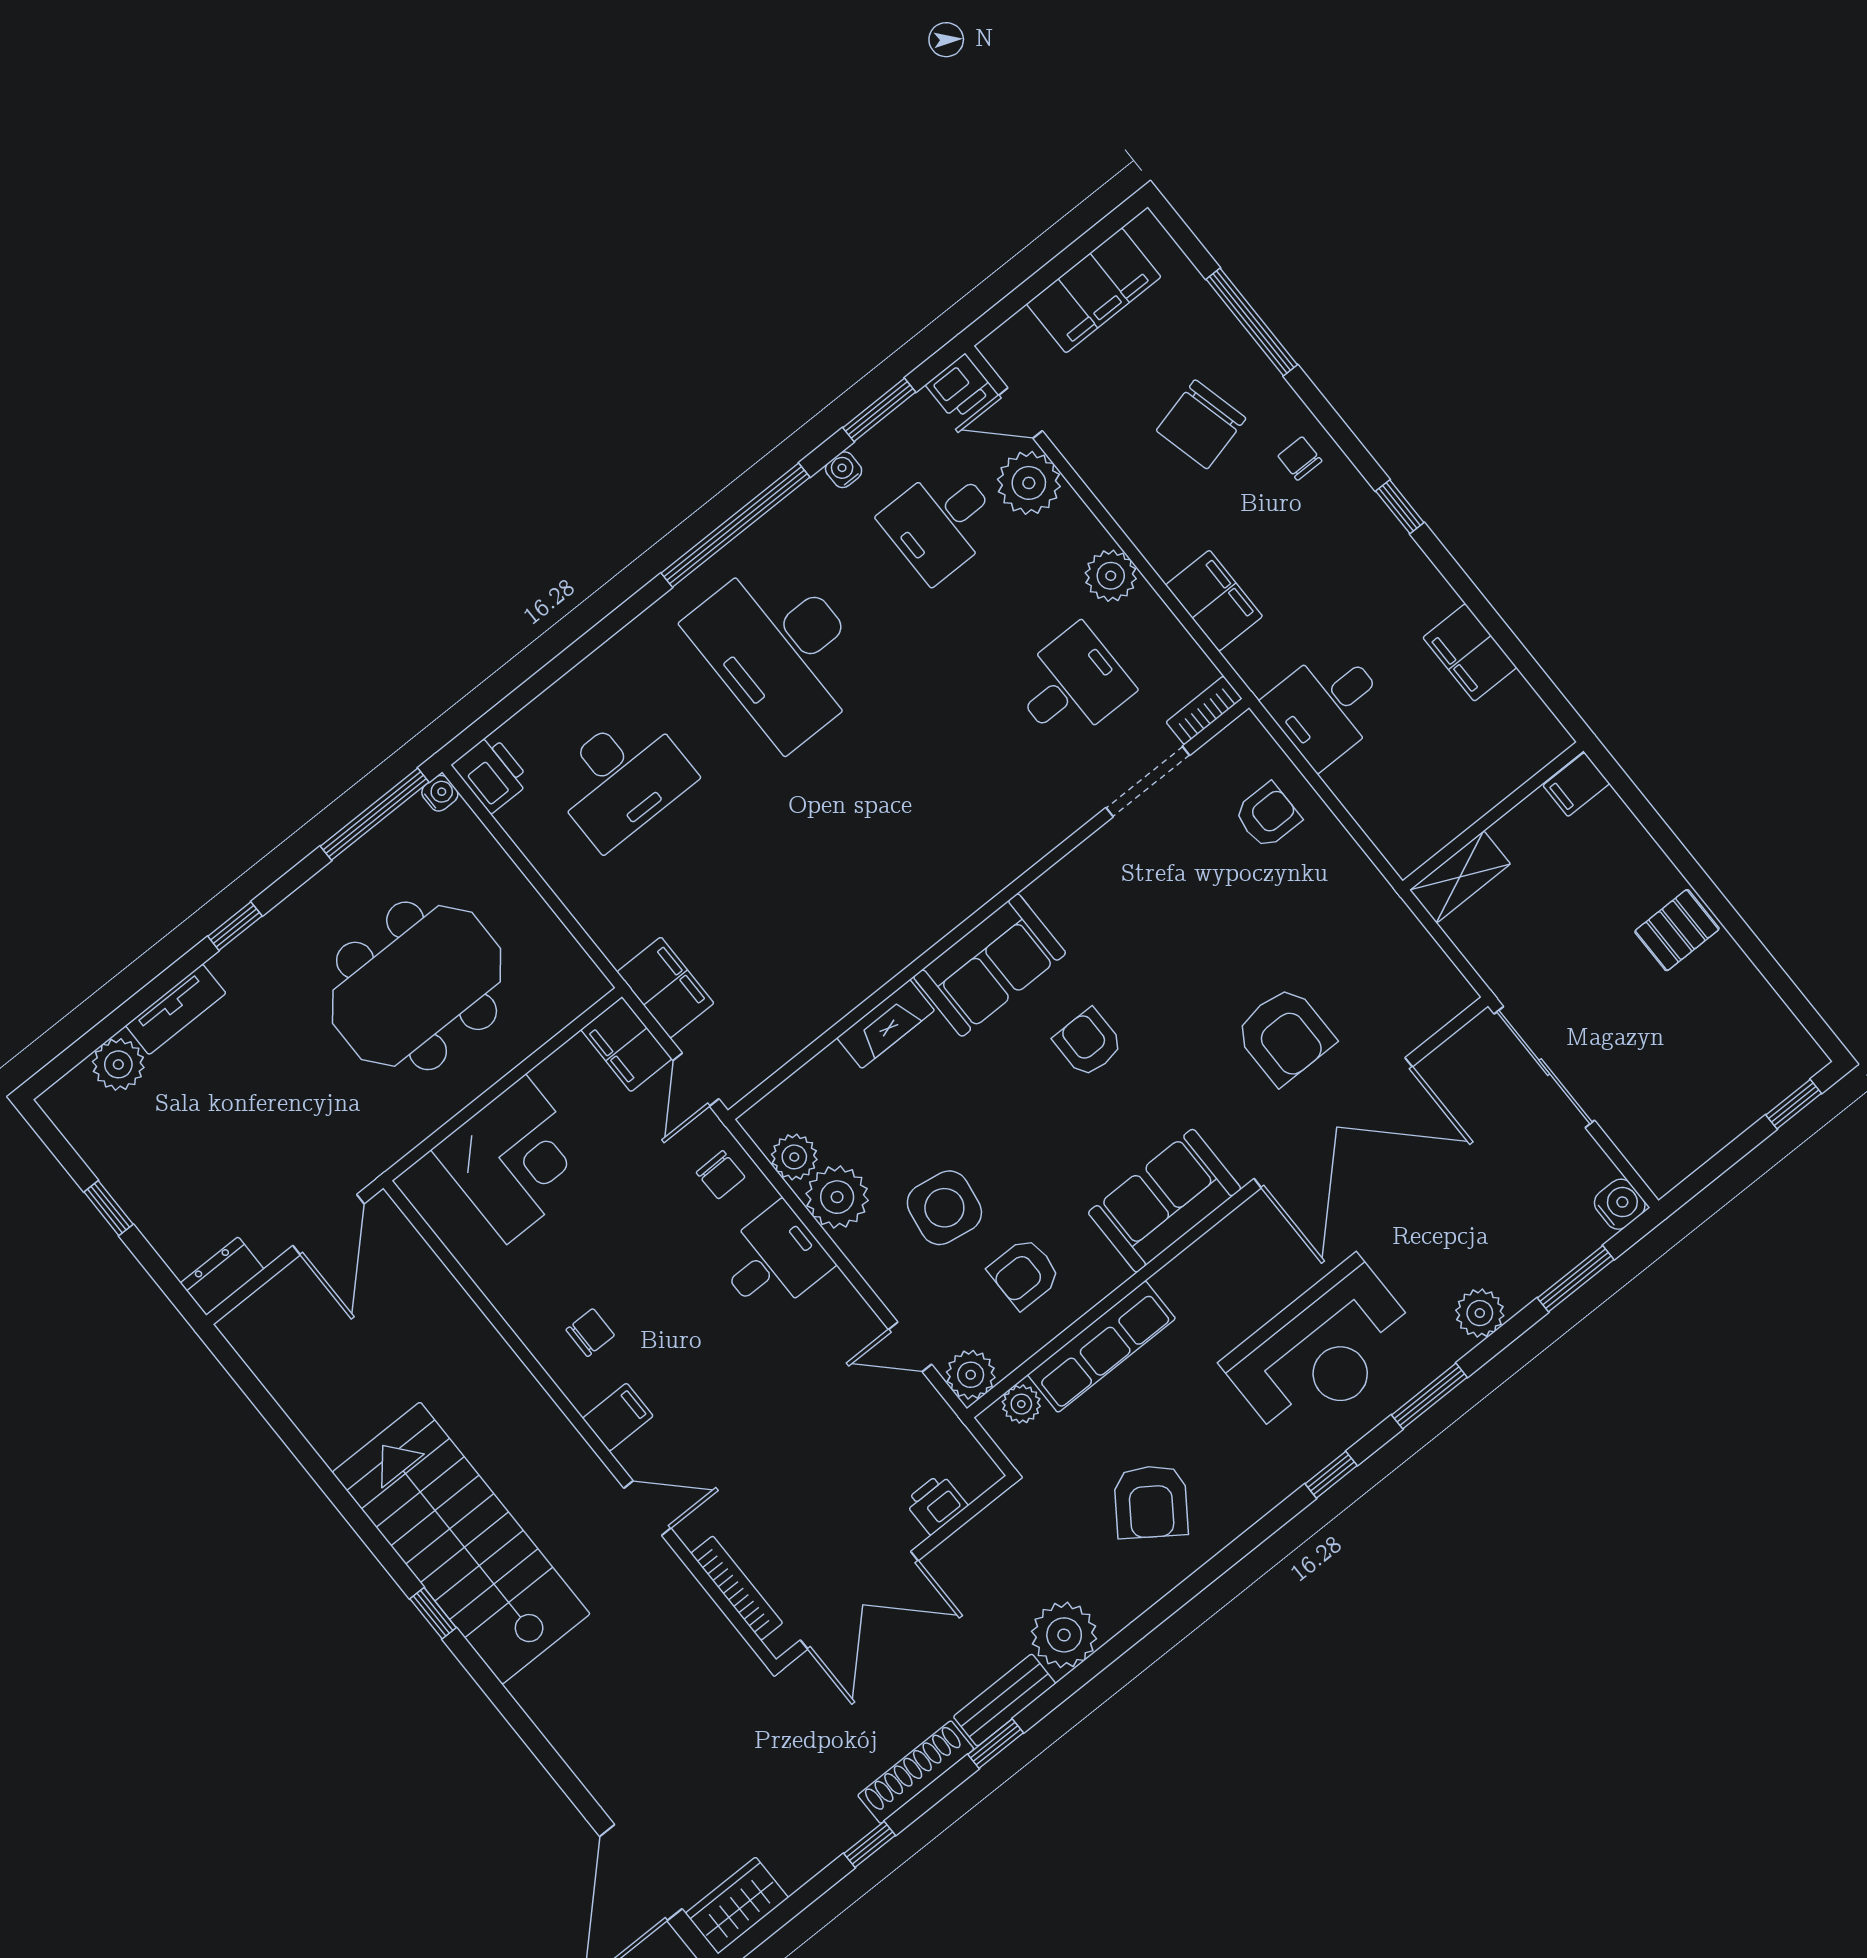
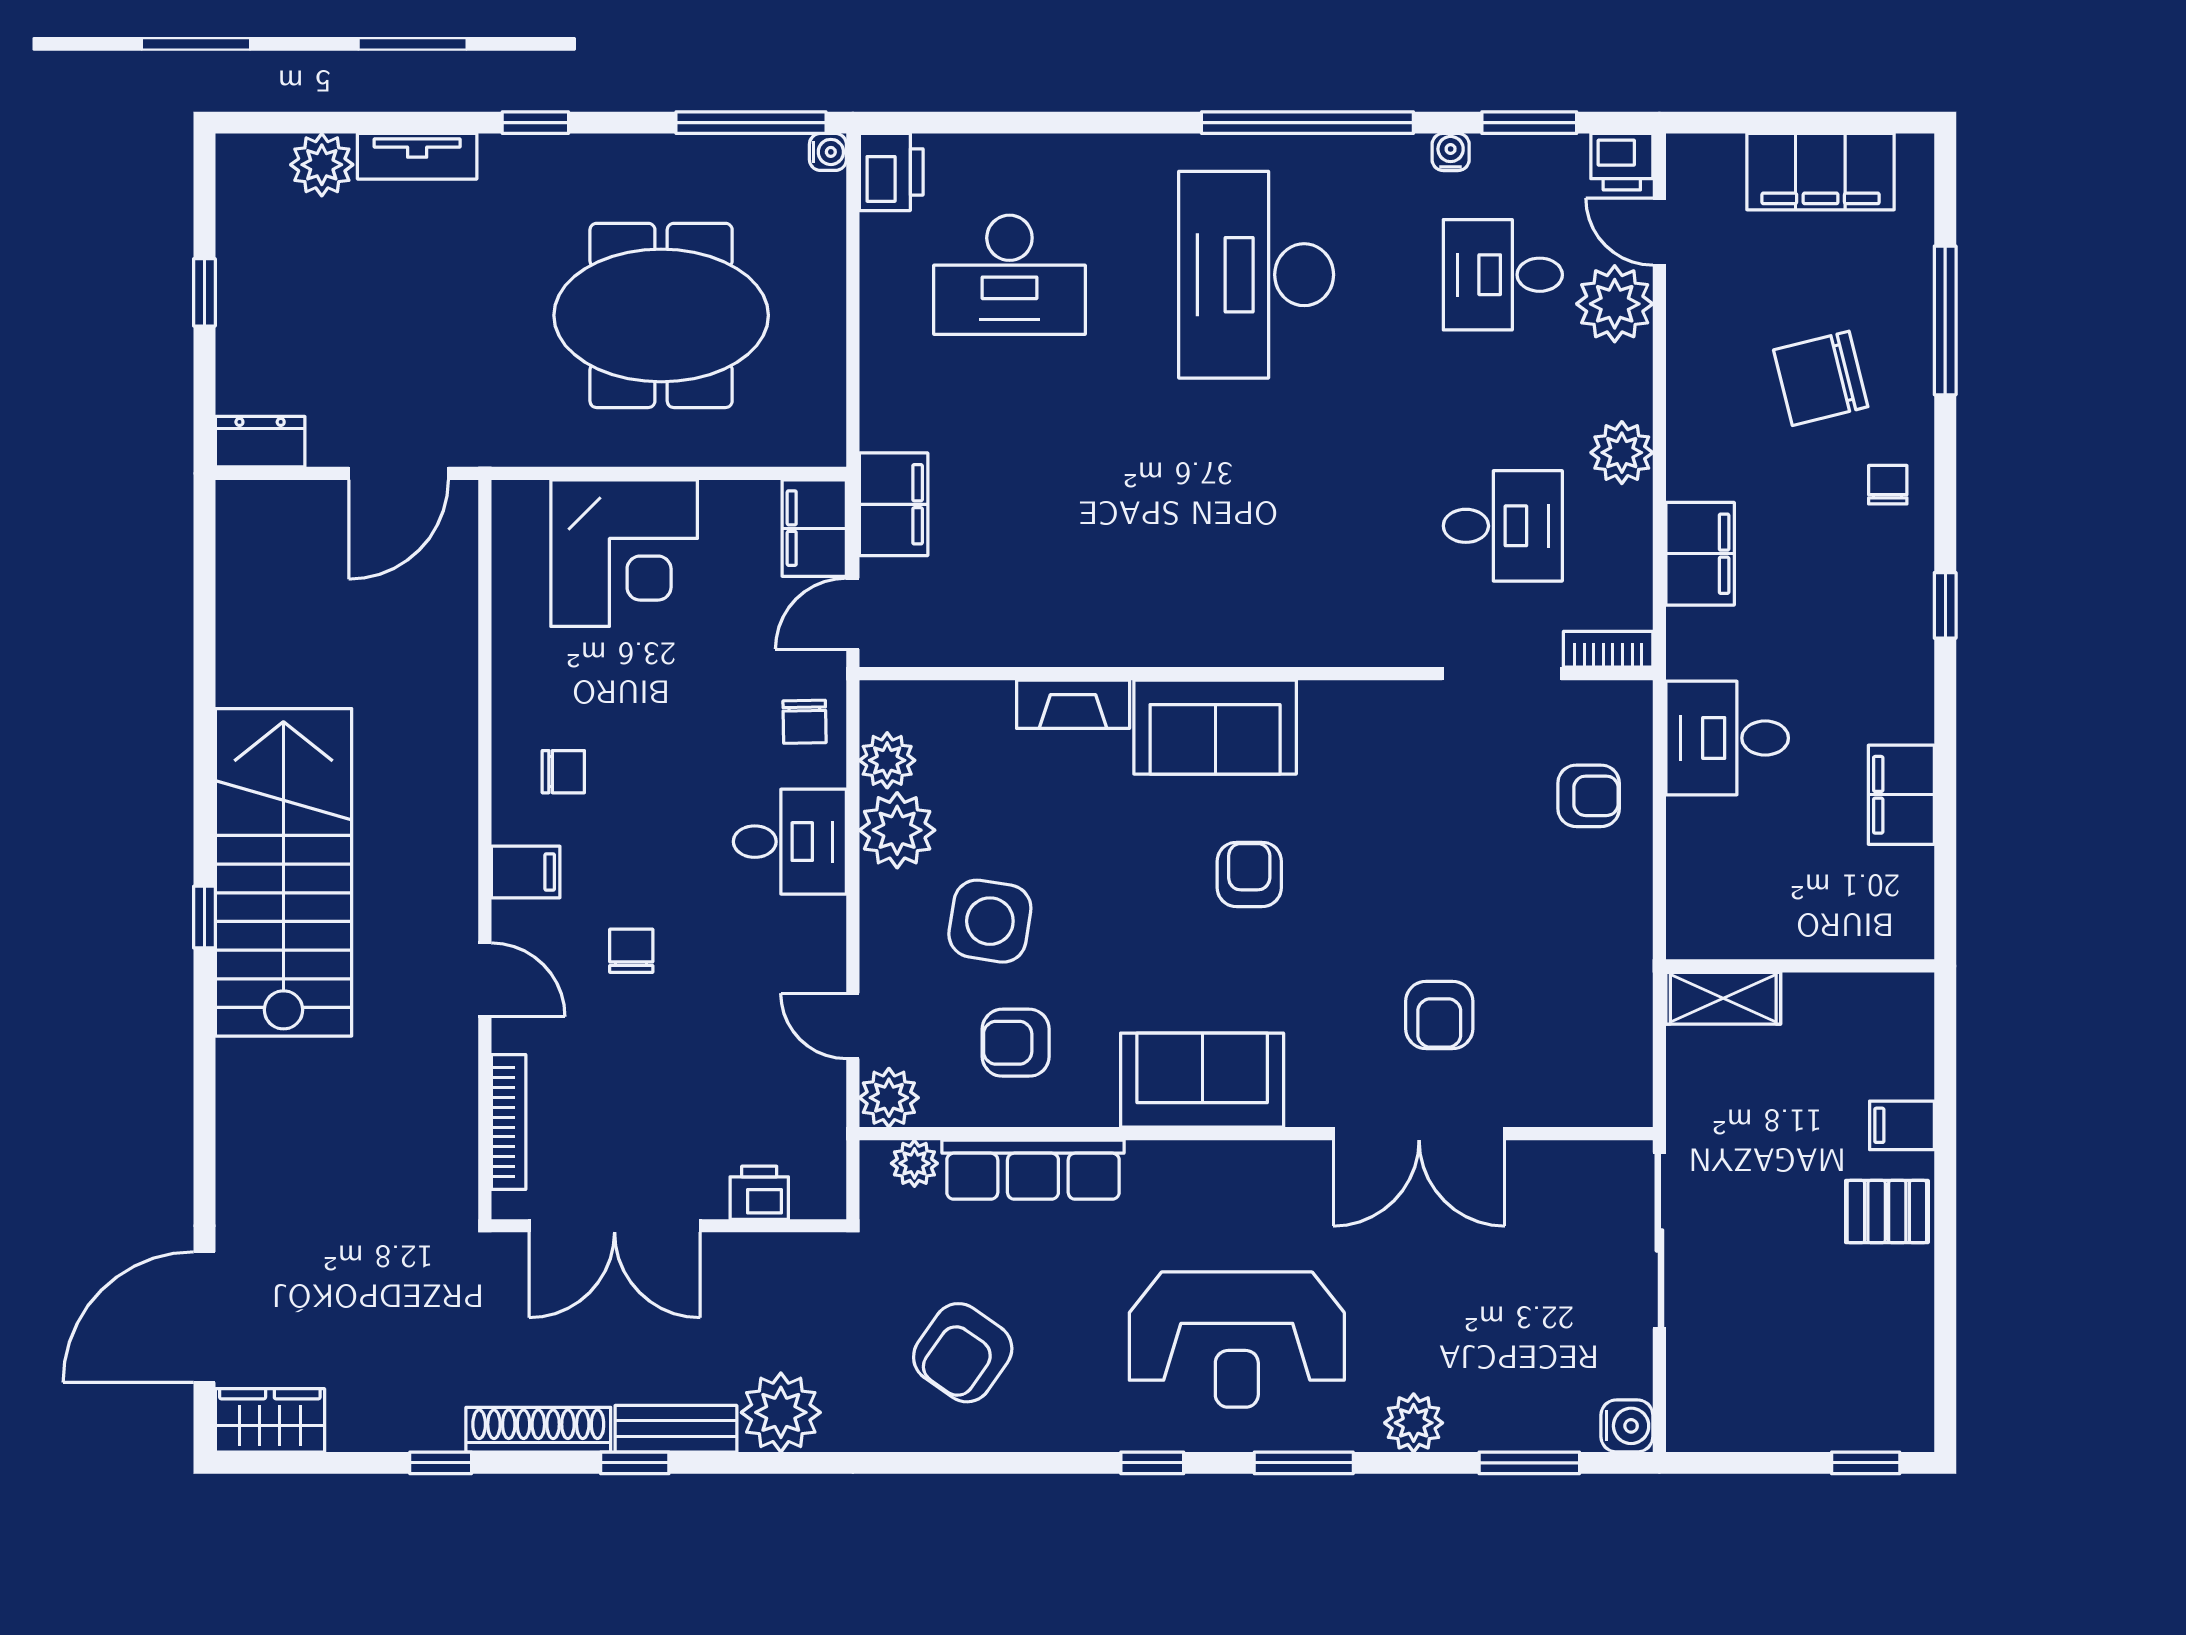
filing cabinet: (1576, 785) -> (1902, 1125), moved
armchair: (1285, 1035) -> (1439, 1015), width x0.72, depth x0.72
double door: (1333, 1123) -> (1419, 1134), width x0.73
chair: (727, 1413) -> (631, 951), added

